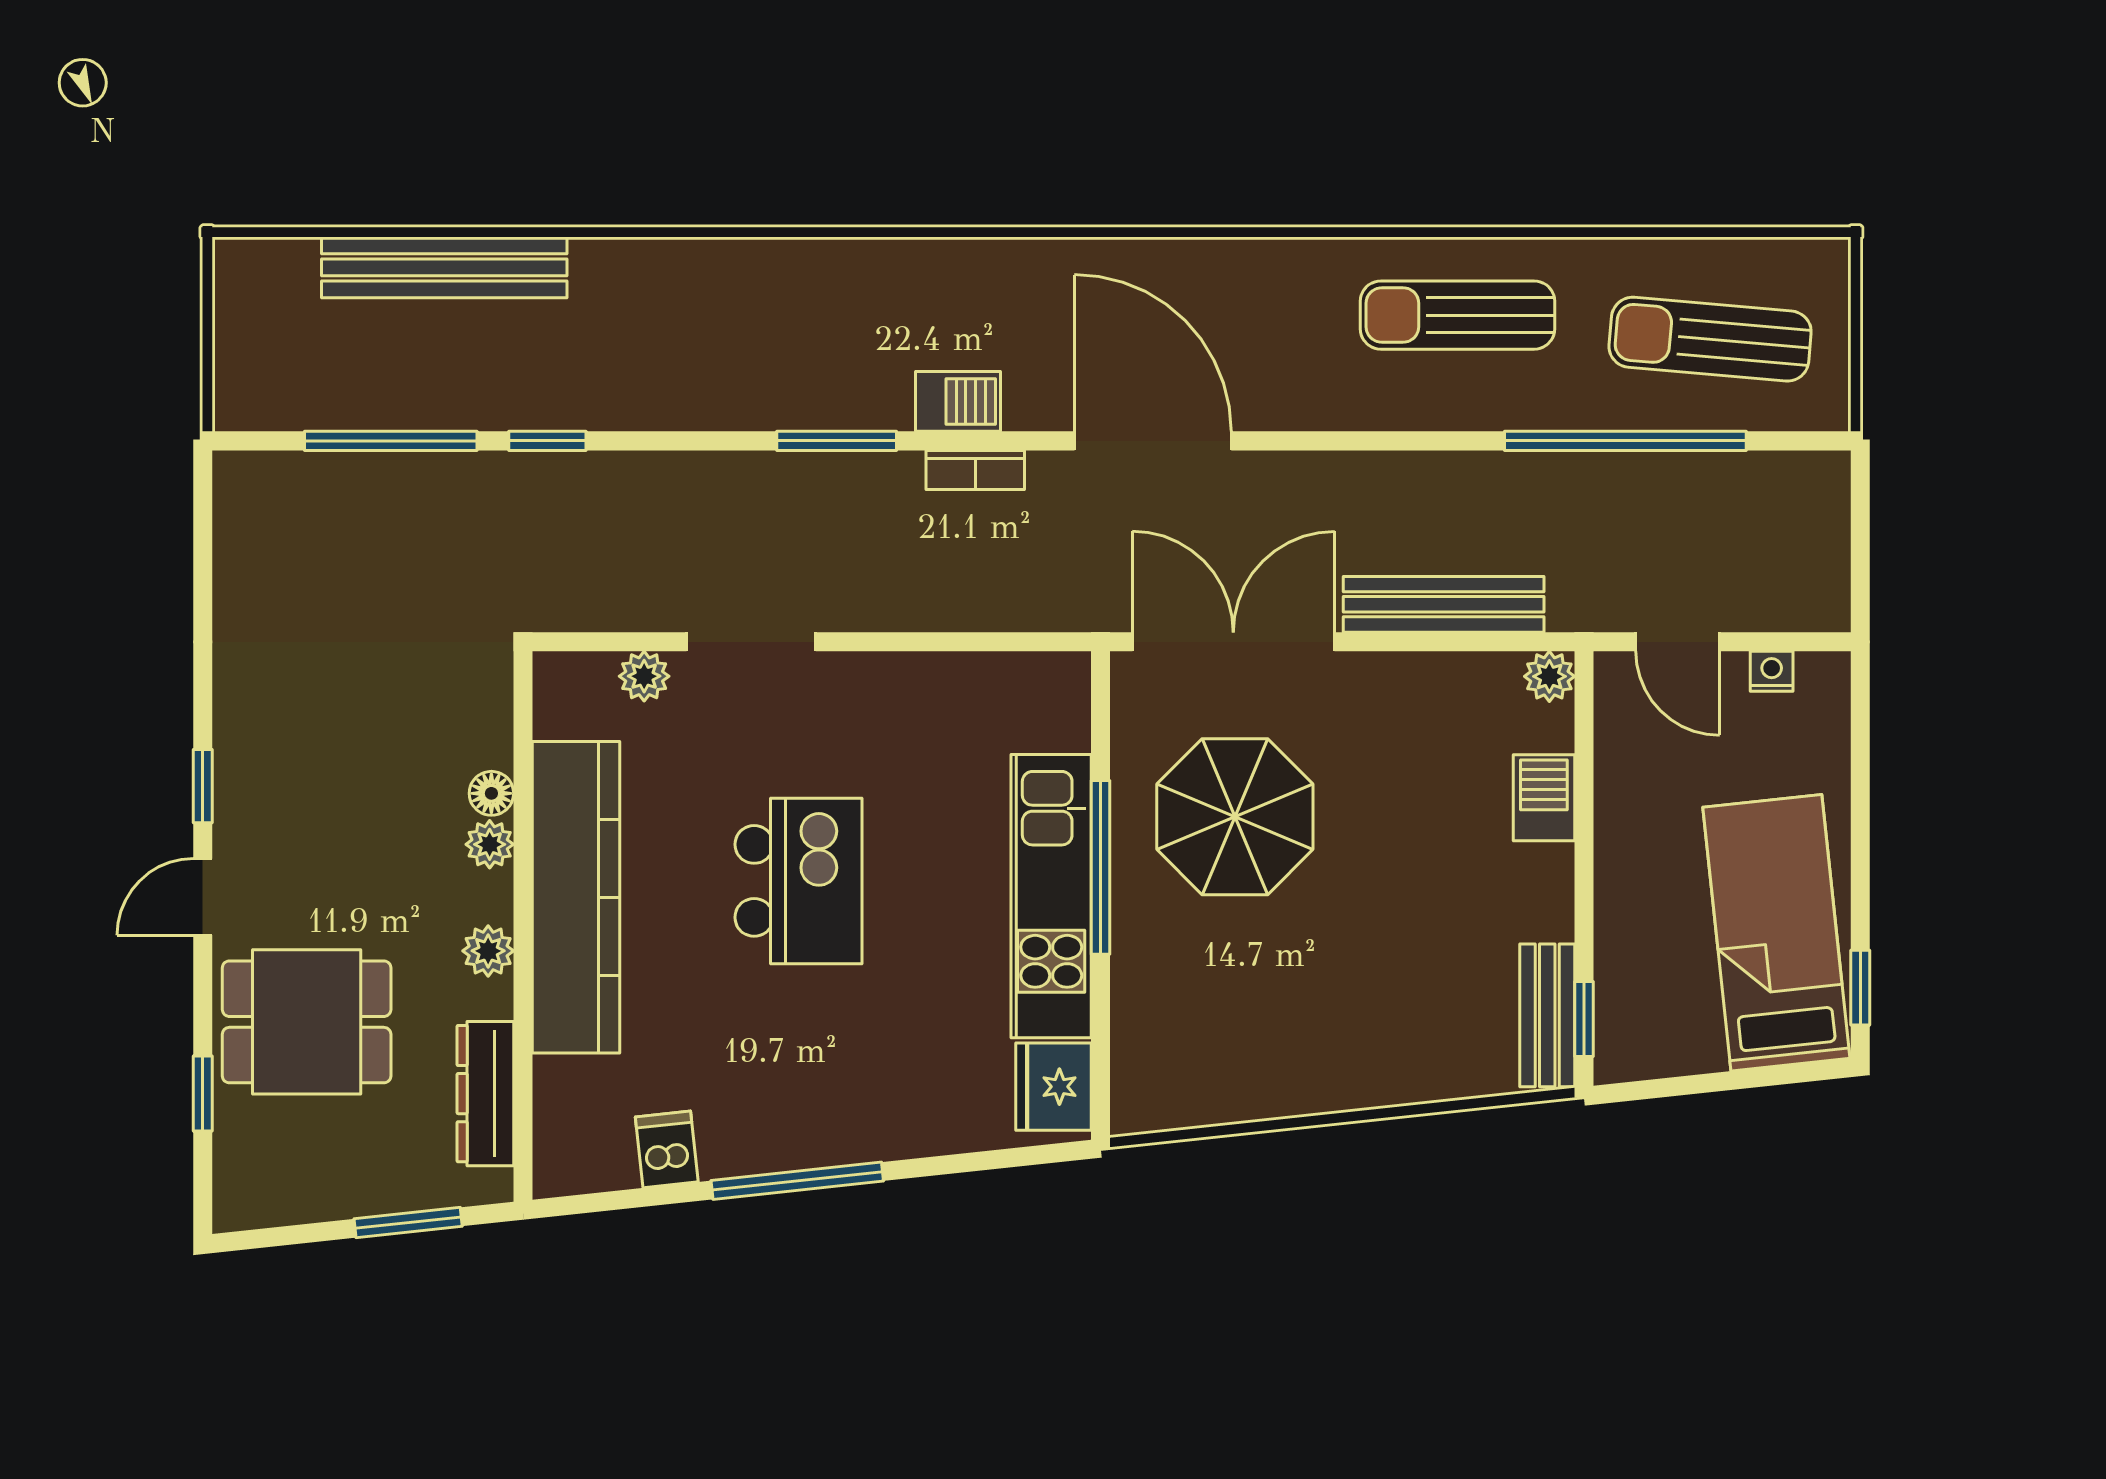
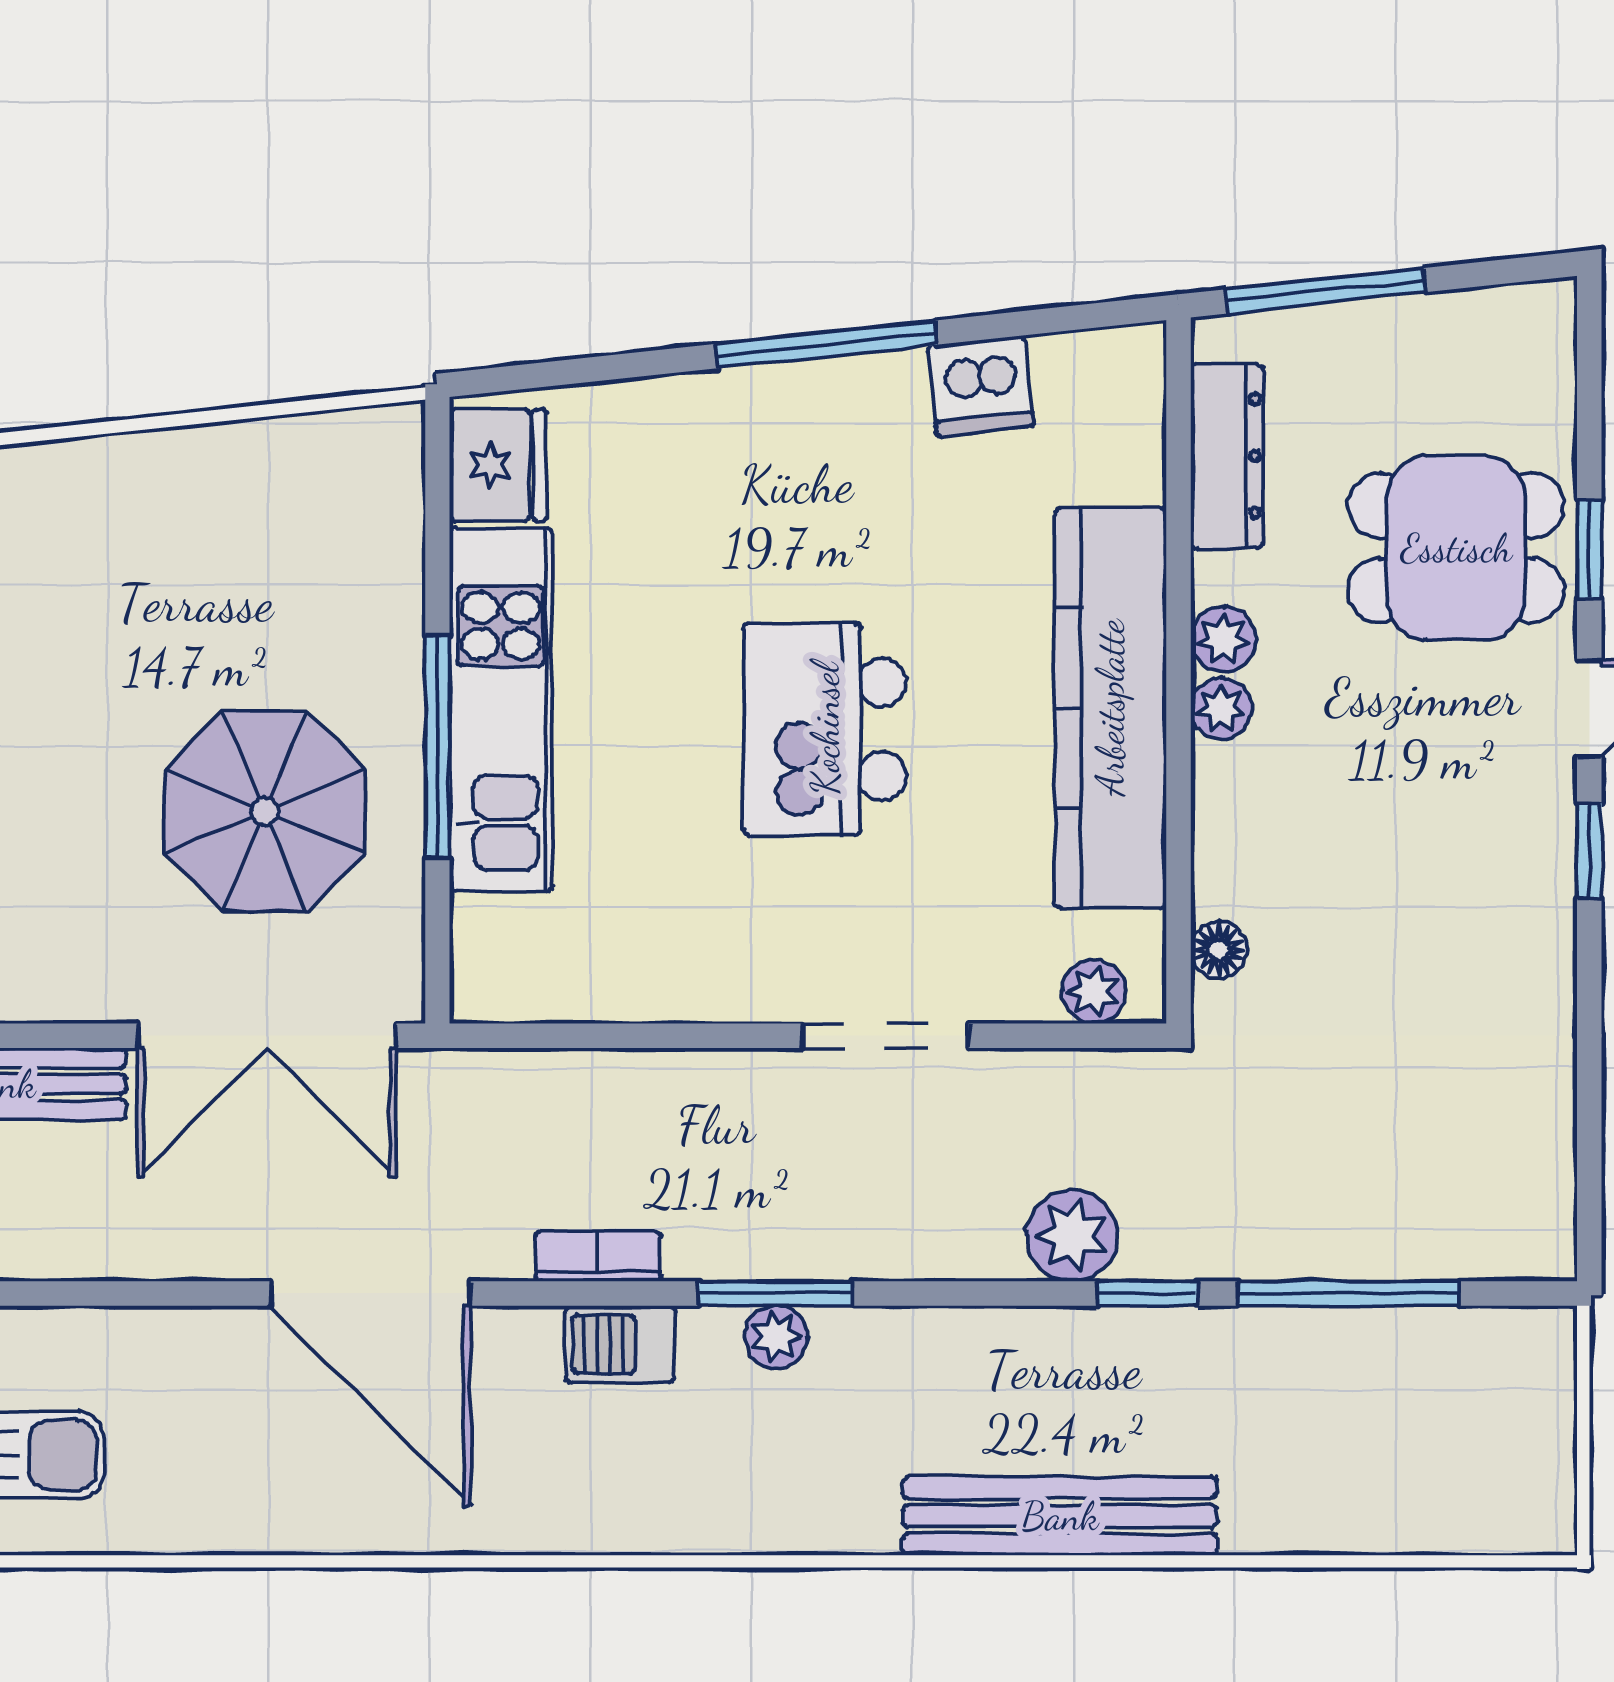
bench: (444, 267) -> (1060, 1516), moved
plant: (836, 407) -> (776, 1337), added
plant: (606, 486) -> (1072, 1236), added
plant: (644, 676) -> (1094, 992), moved
floor lamp: (491, 793) -> (1219, 950), moved
plant: (490, 844) -> (1221, 709), moved
window: (203, 1094) -> (1589, 549), moved
dishwasher: (667, 1149) -> (981, 386), width x1.38
window: (408, 1223) -> (1326, 291), width x1.44

